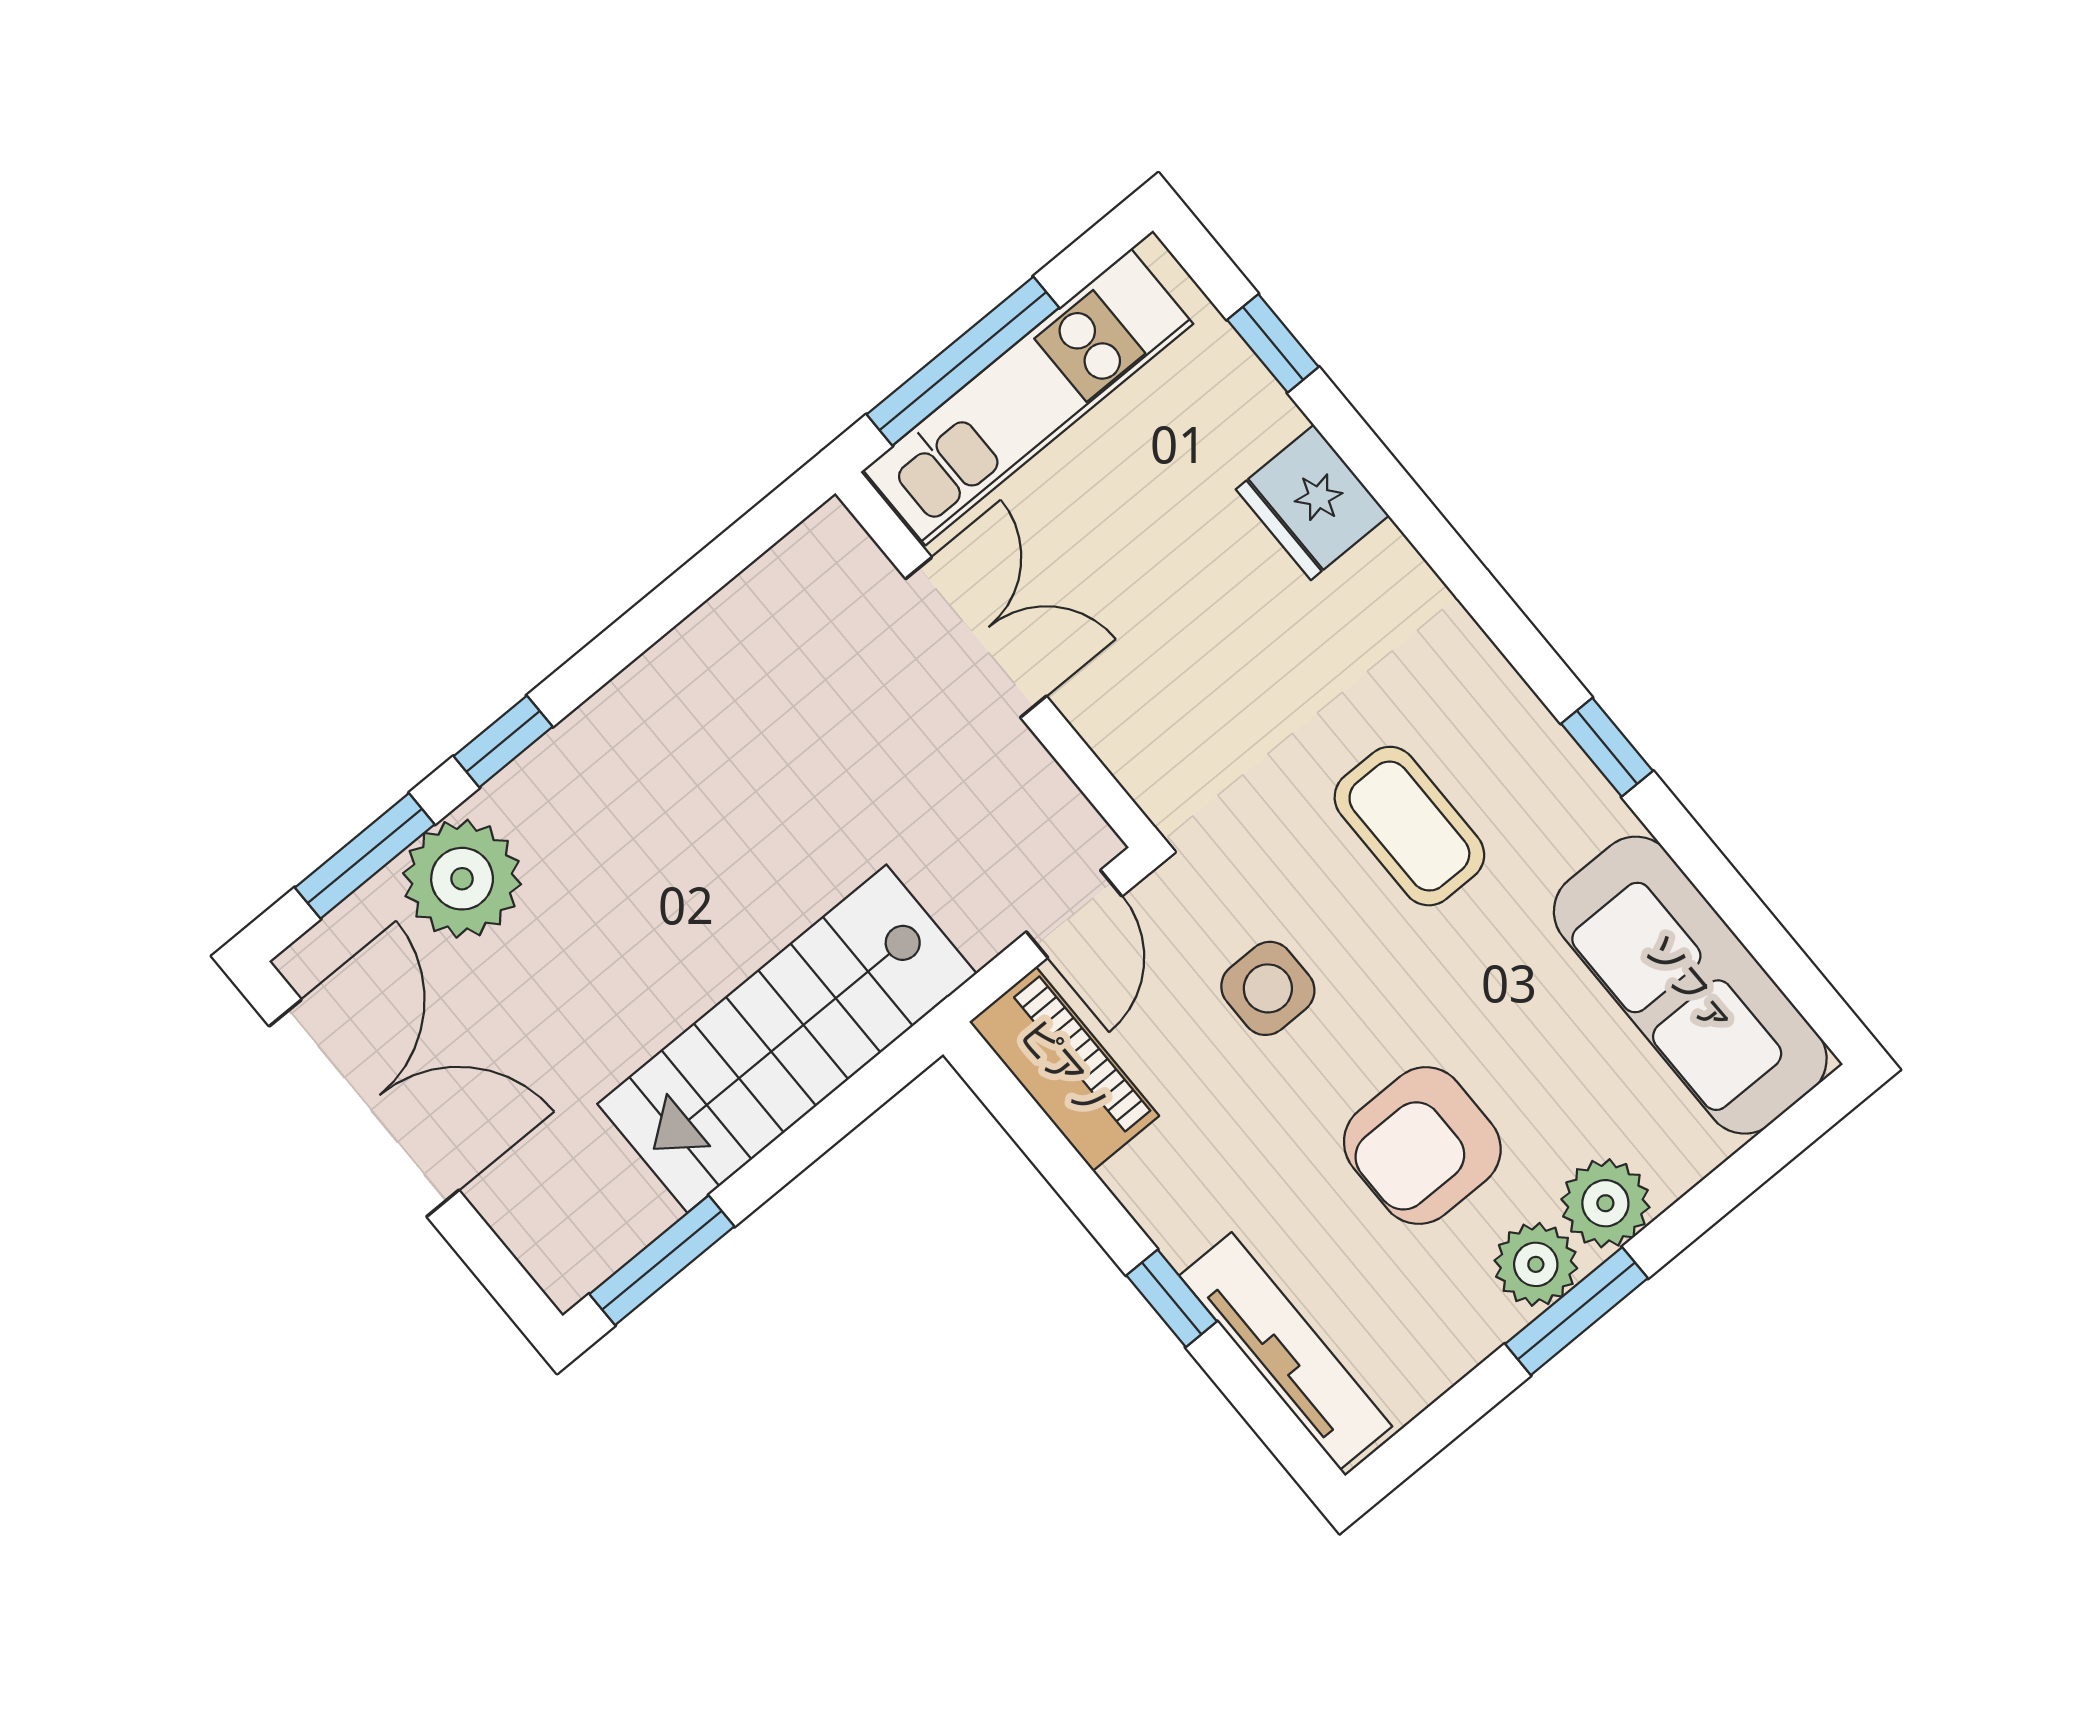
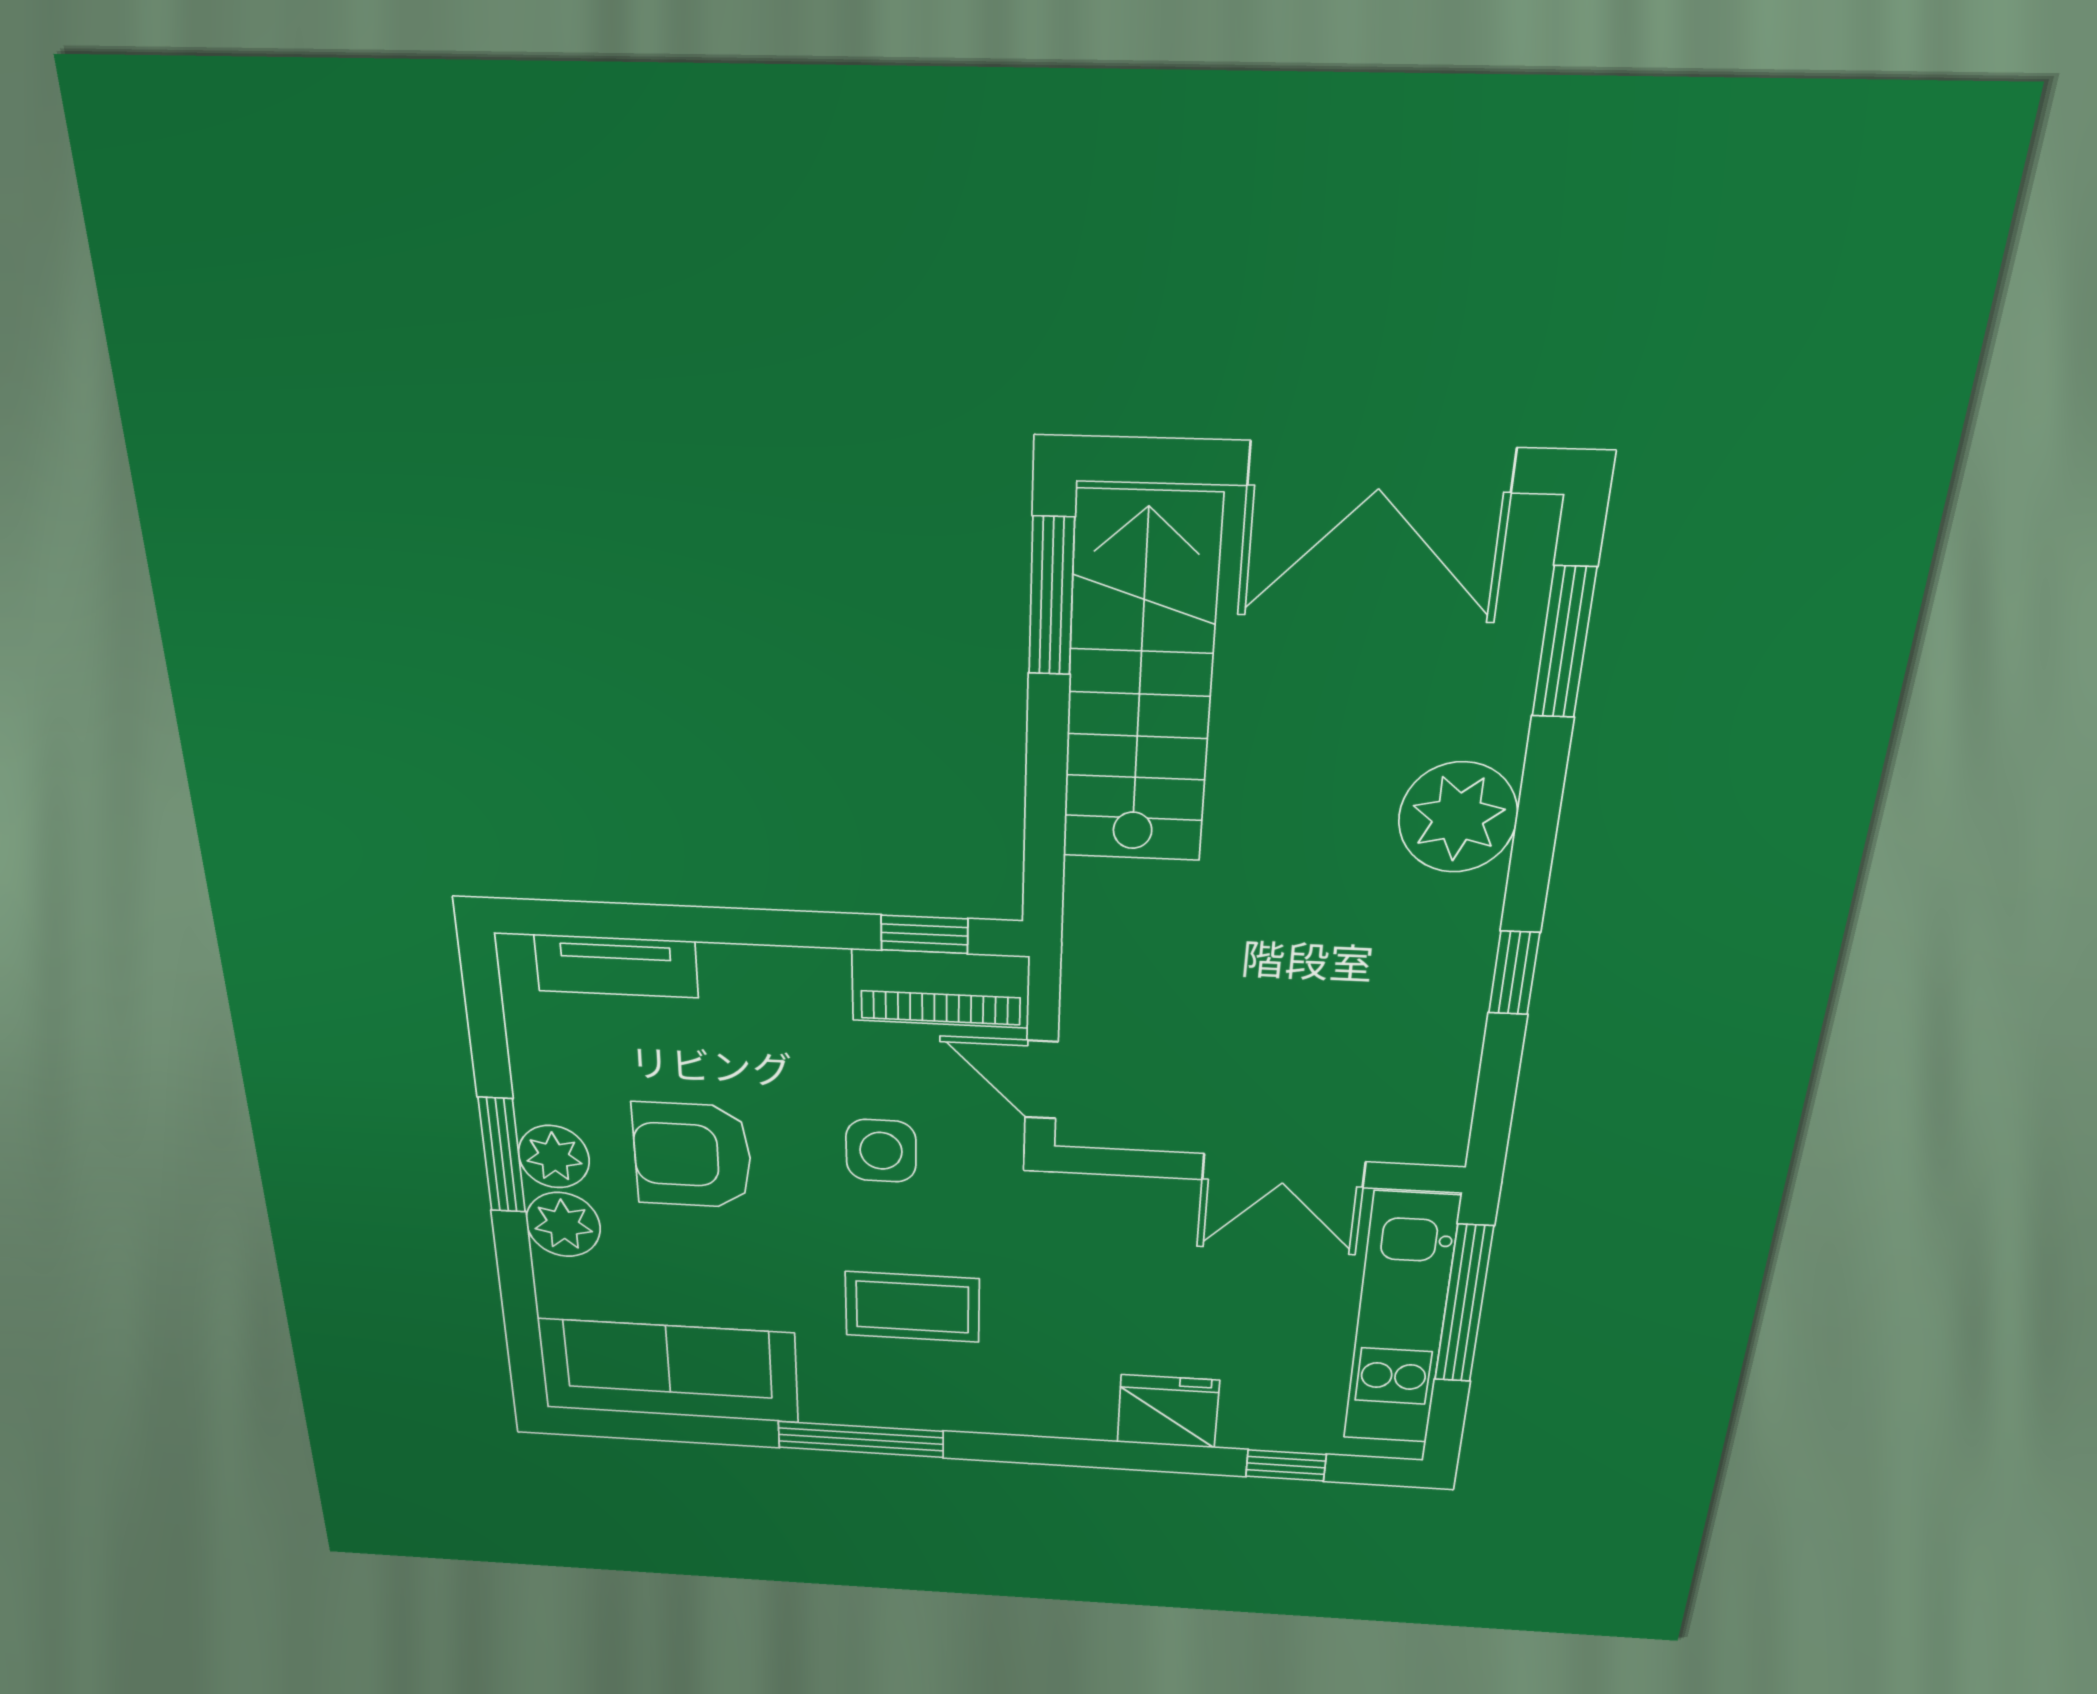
window: (503, 741) -> (1514, 973), moved
window: (1607, 747) -> (861, 1439), width x2.17
plant: (462, 879) -> (1458, 817), moved
stairs: (787, 1039) -> (1140, 682), moved
armchair: (1422, 1146) -> (692, 1155), turned -90
window: (1172, 1298) -> (924, 934), moved
tv unit: (1286, 1351) -> (616, 966), width x0.71

